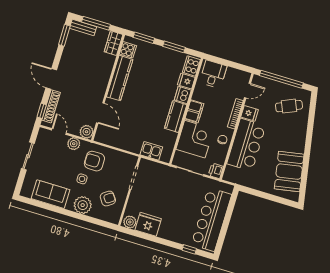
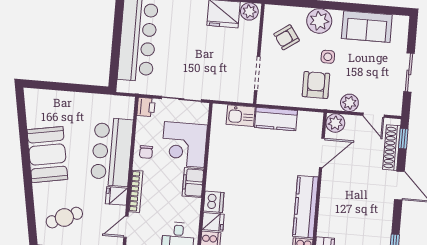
door: (100, 113) -> (322, 153), swing flipped
kitchen counter: (176, 117) -> (276, 119), moved, turned 90
armchair: (94, 161) -> (316, 85), turned -90
booth: (289, 172) -> (47, 155), moved

